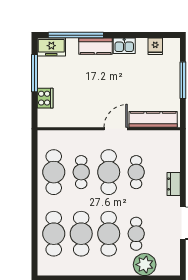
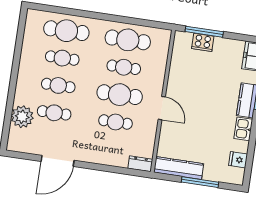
window: (35, 73) -> (204, 32), moved
kitchen counter: (153, 119) -> (179, 168), moved, turned -90
dresser: (174, 184) -> (140, 164), moved
cafe table: (81, 234) -> (62, 58), width x0.73, depth x0.74
cafe table: (109, 234) -> (58, 85), width x0.73, depth x0.74

